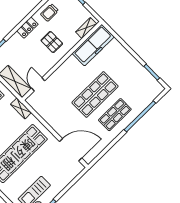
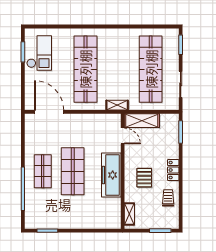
pallet: (52, 42) -> (144, 178), turned 90
freezer: (93, 45) -> (111, 175), moved
door: (71, 150) -> (49, 112), swing flipped

